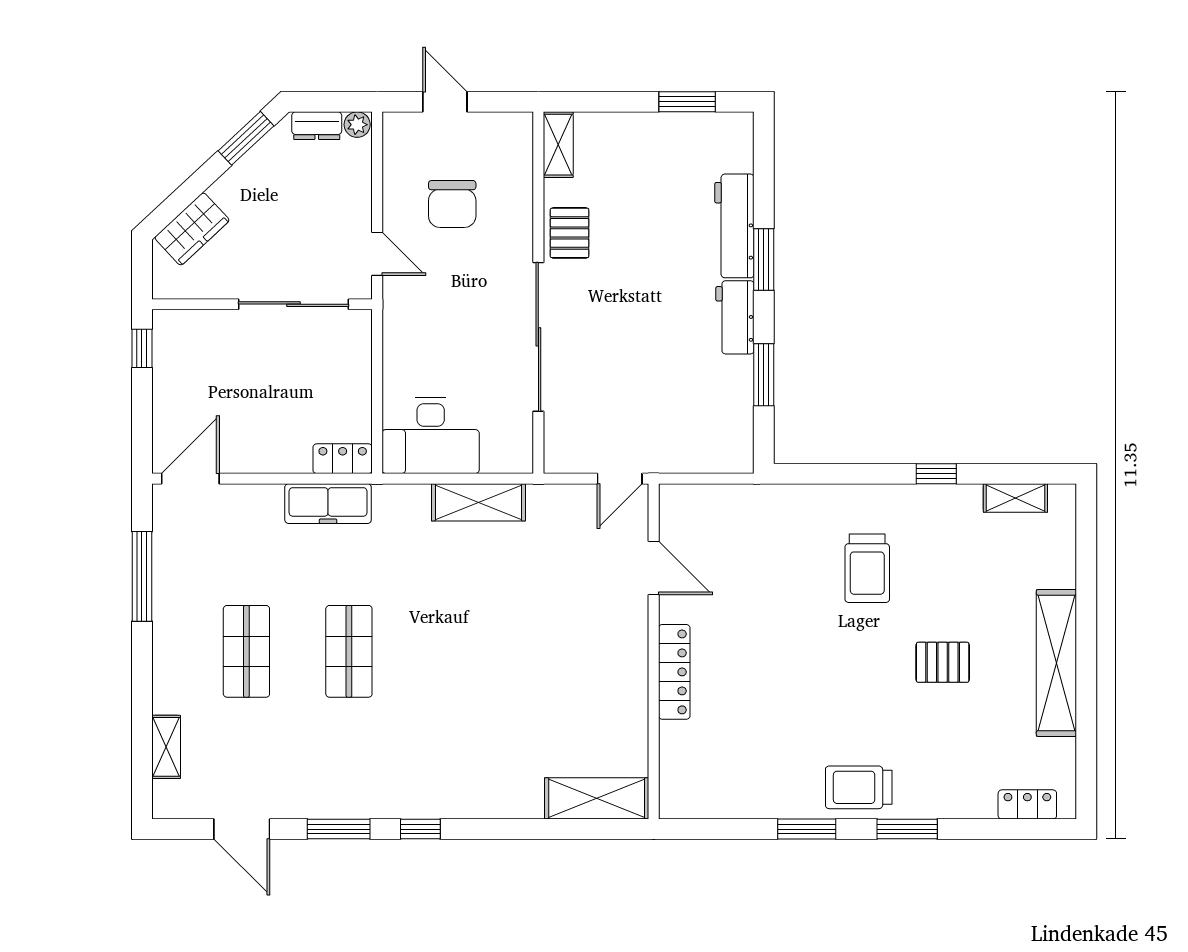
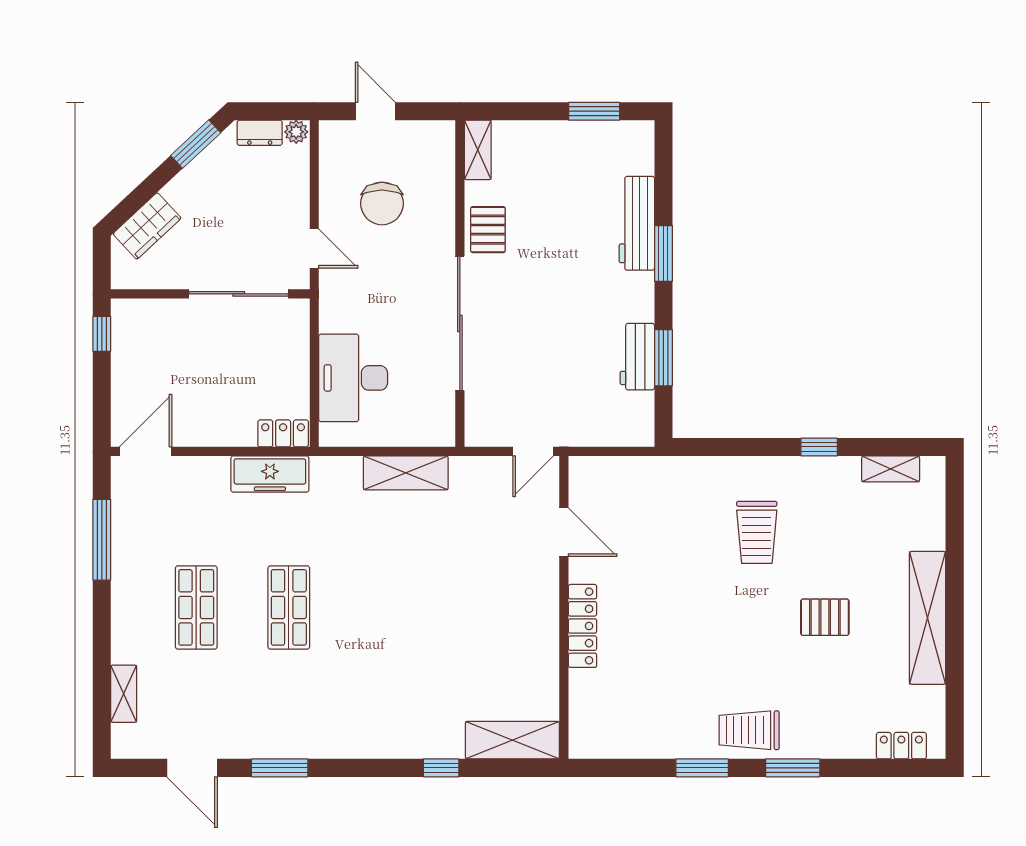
workbench: (735, 317) -> (637, 357), moved
desk: (431, 436) -> (353, 378), moved, turned 90
window: (420, 829) -> (441, 768), moved

